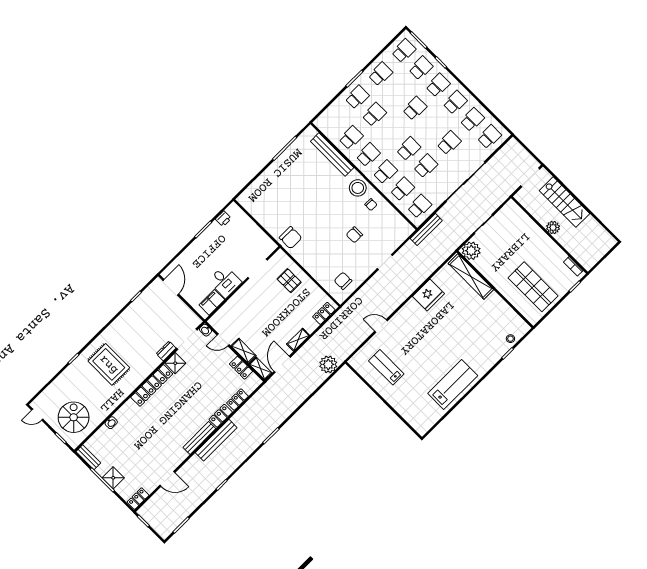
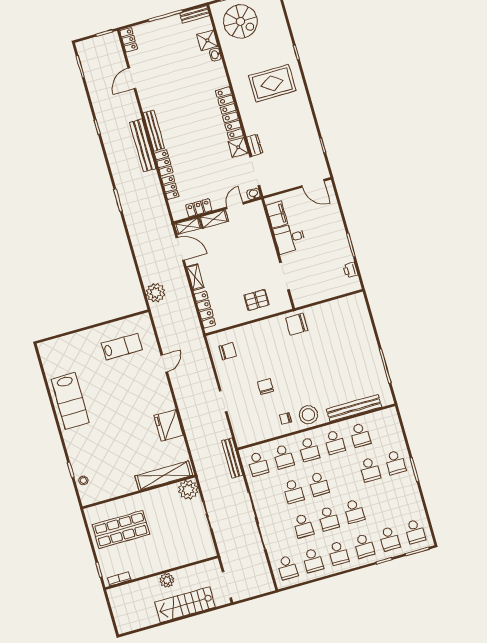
school desk: (380, 74) -> (329, 519), moved
locker: (324, 313) -> (205, 310), width x1.53
shower: (113, 478) -> (207, 40), moved

